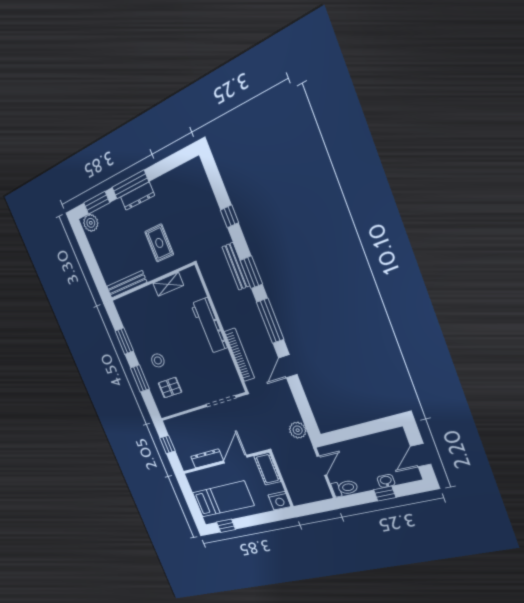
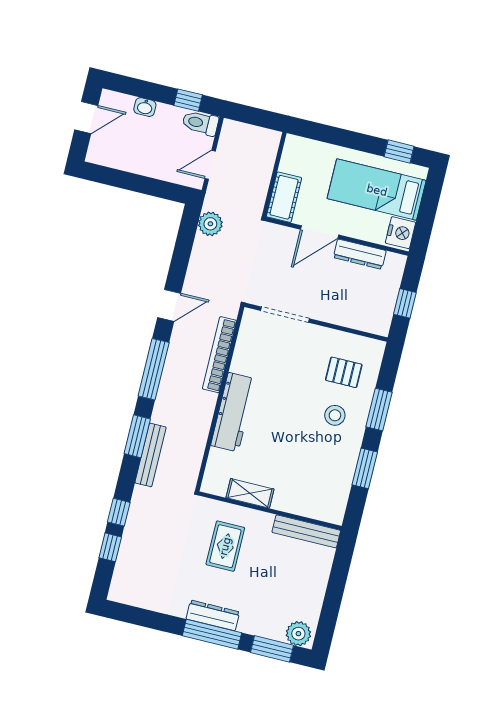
window: (219, 190) -> (110, 547), added
window: (385, 494) -> (188, 100), moved
nightstand: (279, 501) -> (400, 233), moved, turned 90

